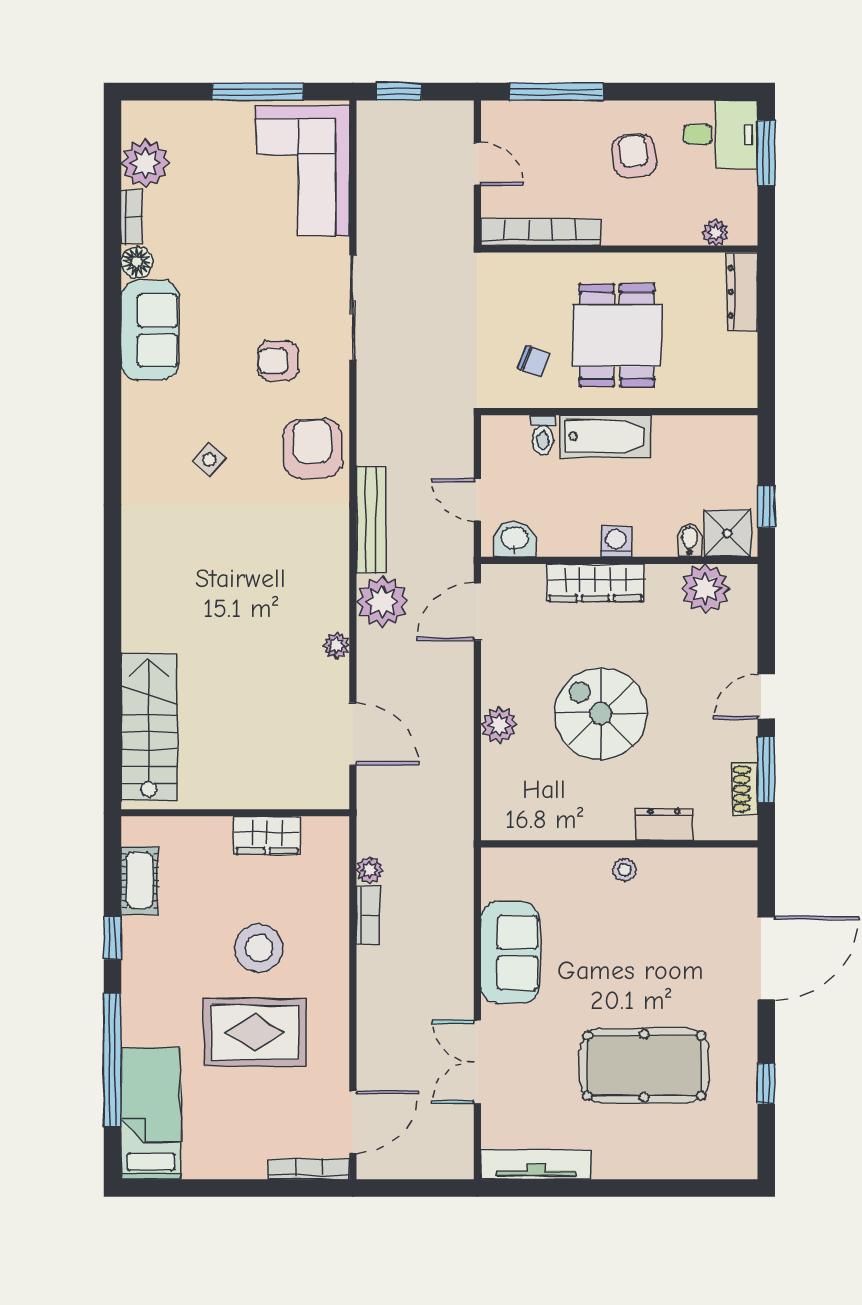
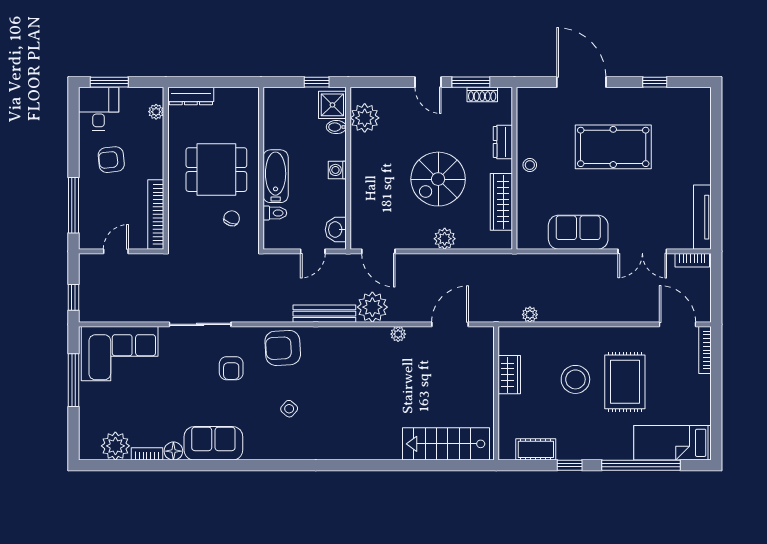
wardrobe: (595, 583) -> (501, 202), moved, turned 180
bookcase: (368, 916) -> (692, 260), moved, turned 180
pool table: (644, 1066) -> (613, 147), moved, turned 90

